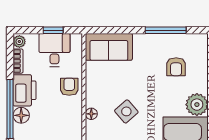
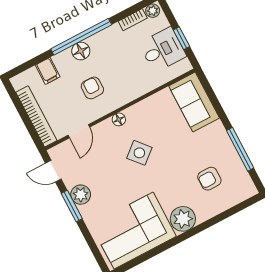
armchair: (69, 87) -> (92, 88), moved, turned -90
printer: (25, 90) -> (107, 41), removed

